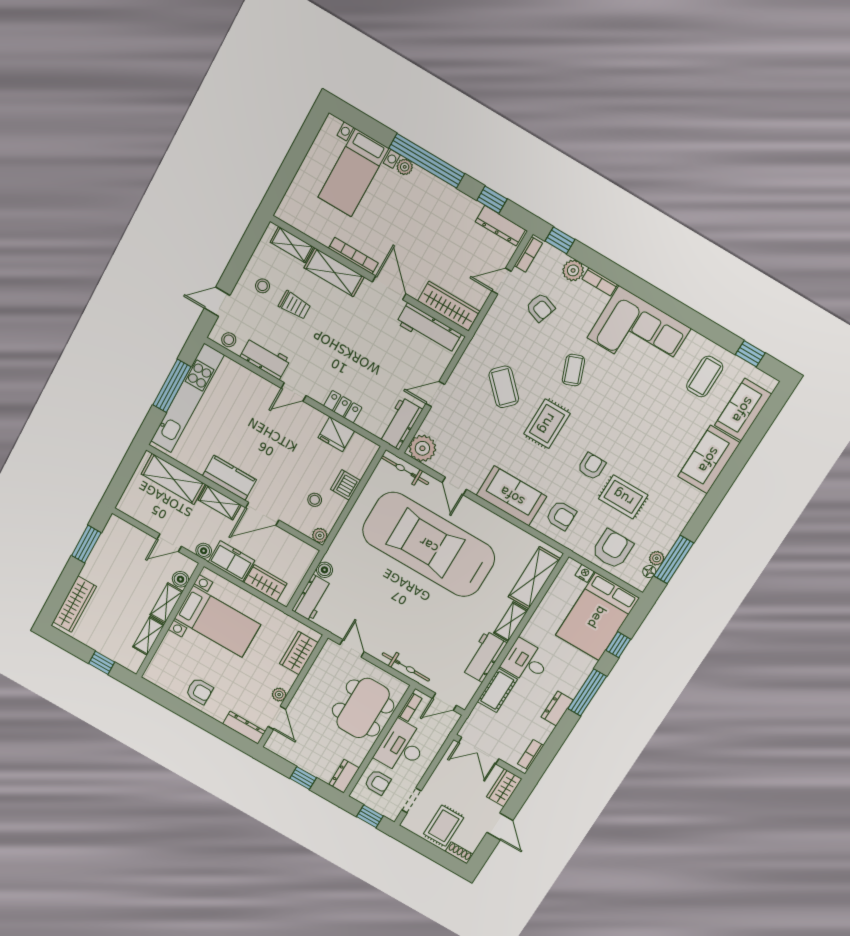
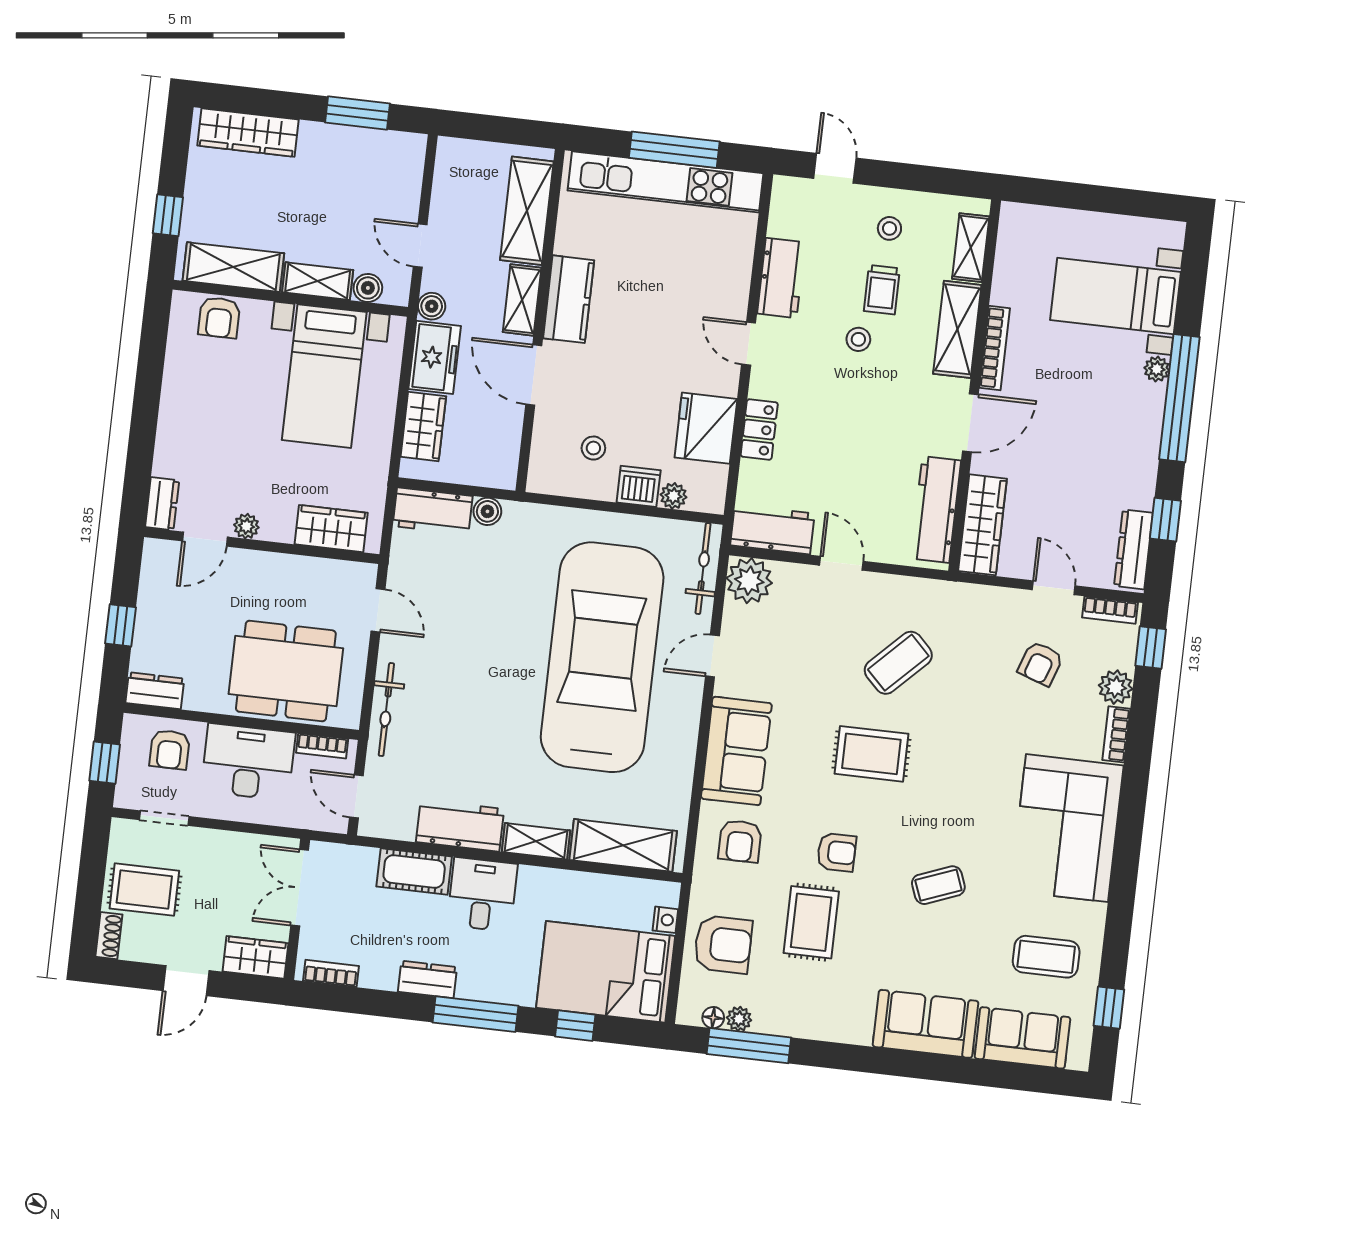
stool: (229, 340) -> (858, 339), moved
coffee table: (573, 370) -> (938, 885), moved
fridge: (336, 434) -> (706, 428), width x1.36, depth x1.34
plant: (320, 535) -> (673, 496), moved
shelving: (148, 636) -> (233, 267), width x1.50, depth x1.33
door: (352, 648) -> (378, 610), hinge flipped
armchair: (199, 691) -> (219, 318), moved
dresser: (244, 728) -> (162, 504), width x0.70

